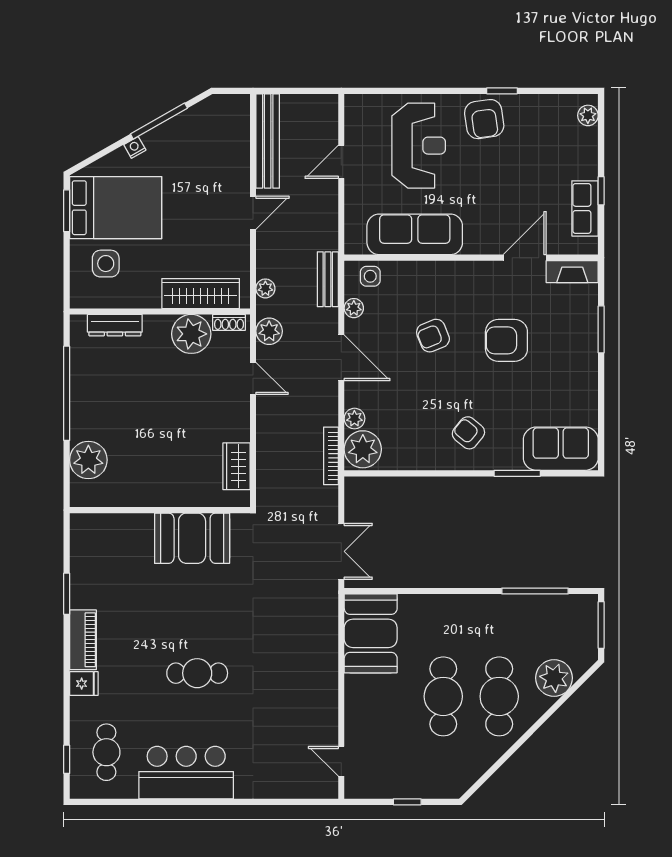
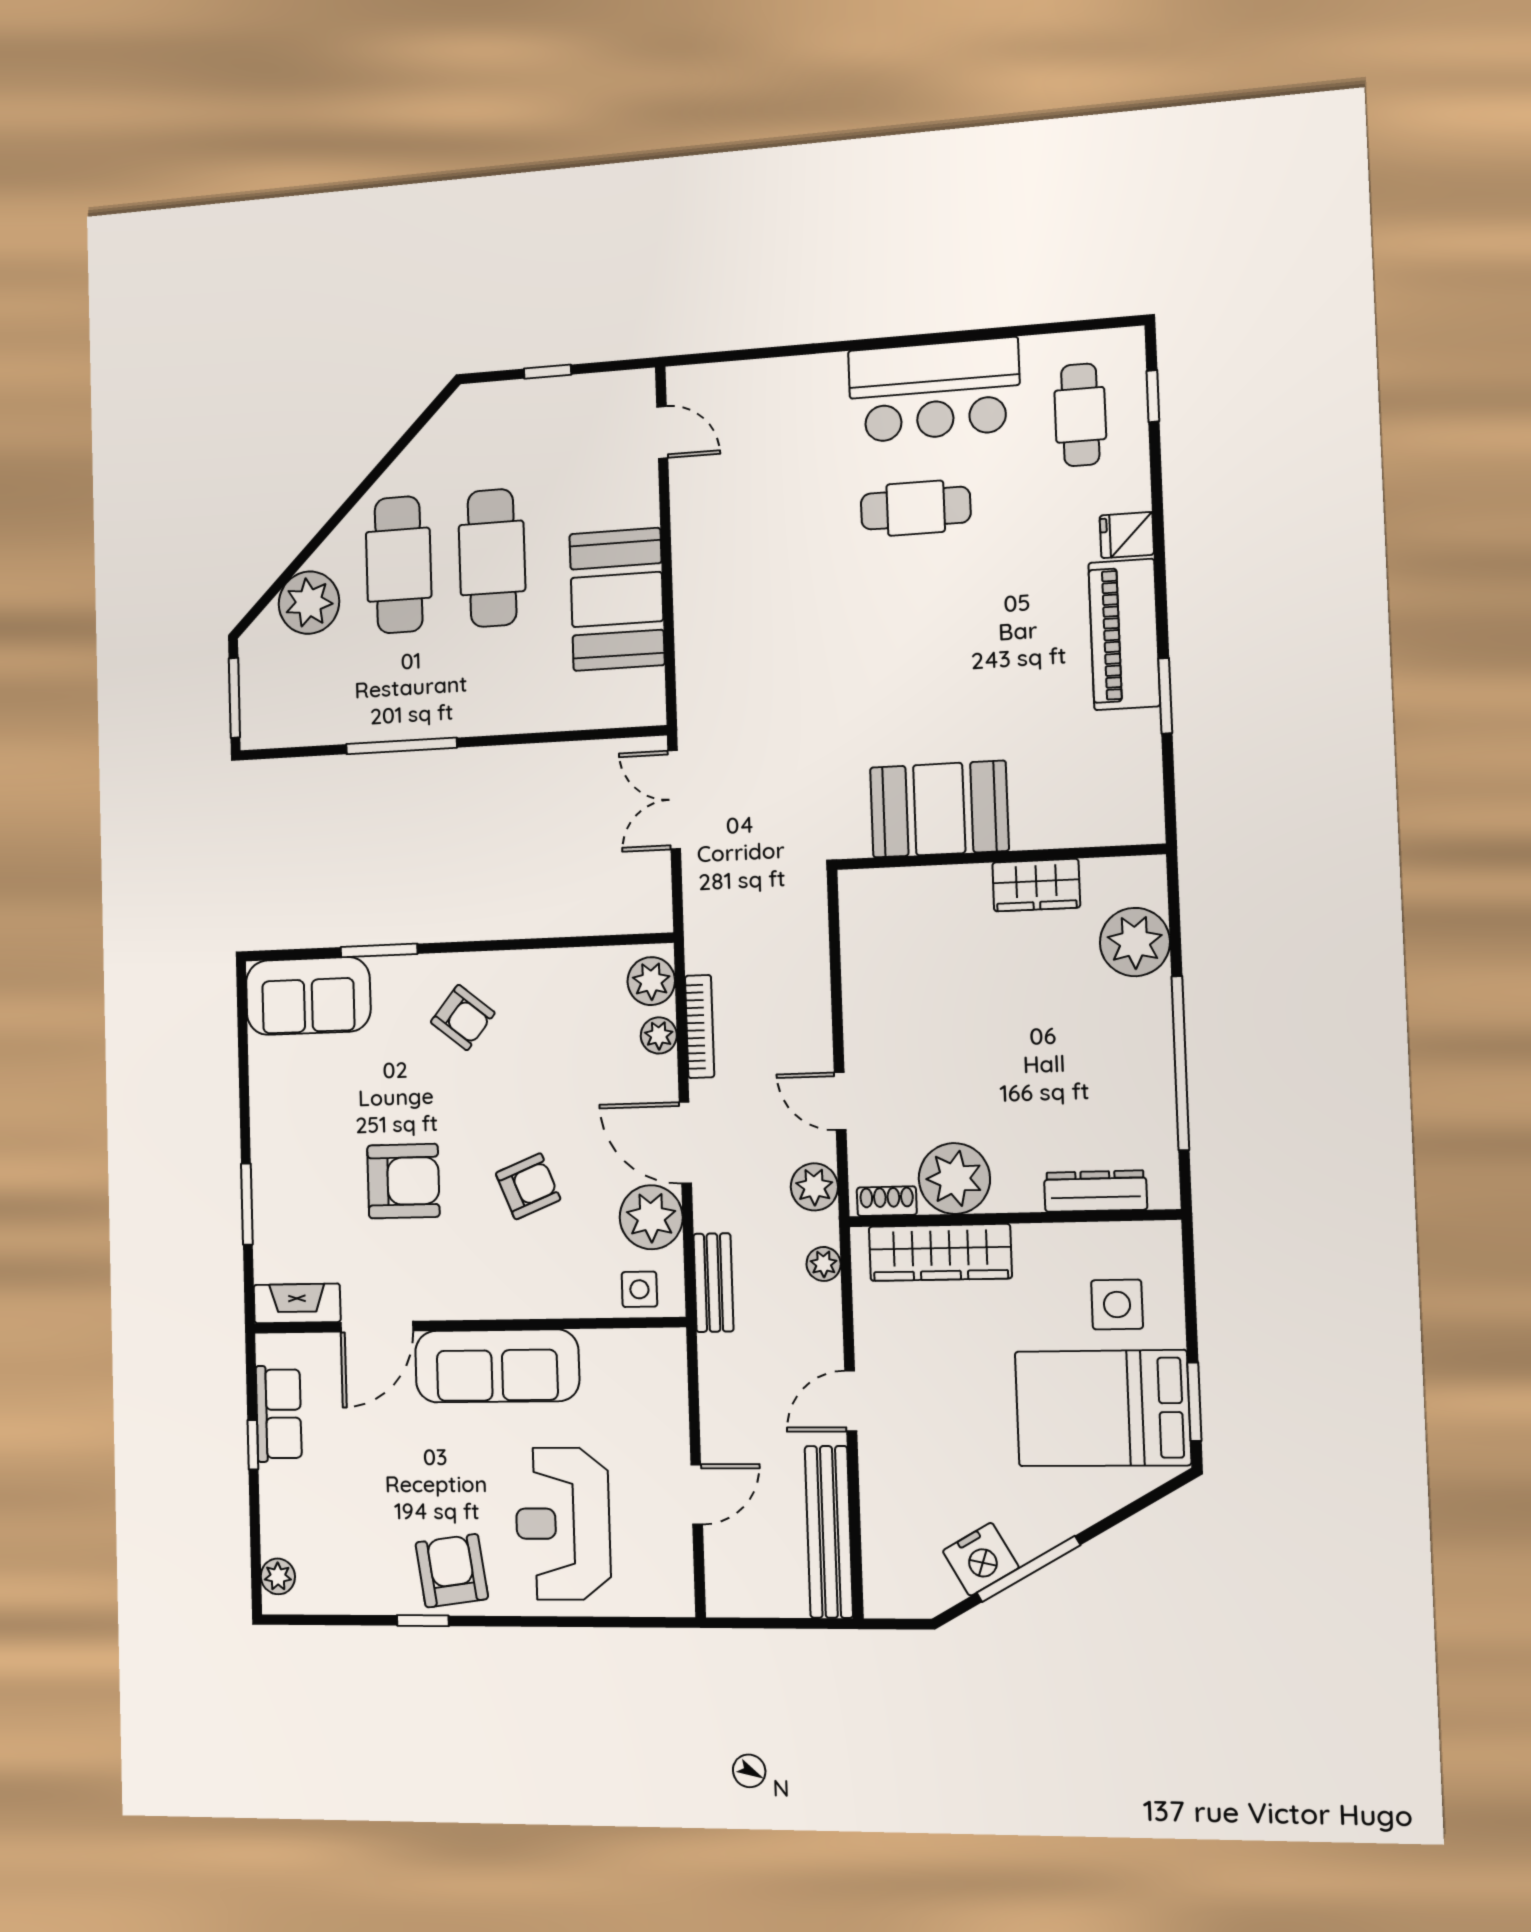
nightstand: (135, 147) -> (981, 1559), moved, width x1.89, depth x1.79
sofa: (415, 234) -> (497, 1366), moved
plant: (354, 308) -> (651, 1217), width x1.88, depth x1.88
plant: (363, 449) -> (651, 981), width x0.73, depth x0.73
bookcase: (331, 456) -> (700, 1026), moved
wardrobe: (236, 466) -> (1036, 885), moved, turned 90
window: (535, 591) -> (401, 746), moved
booth: (371, 633) -> (617, 599), moved
piano: (83, 640) -> (1124, 634), width x1.37, depth x1.33
cafe table: (197, 673) -> (916, 508), moved

